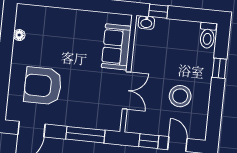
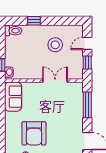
sofa: (116, 47) -> (13, 97), moved, turned -90
armchair: (43, 86) -> (34, 133), moved

